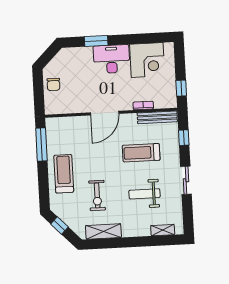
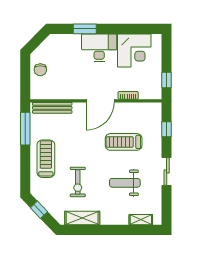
door: (105, 113) -> (100, 101), moved
bench: (157, 117) -> (52, 108), moved

